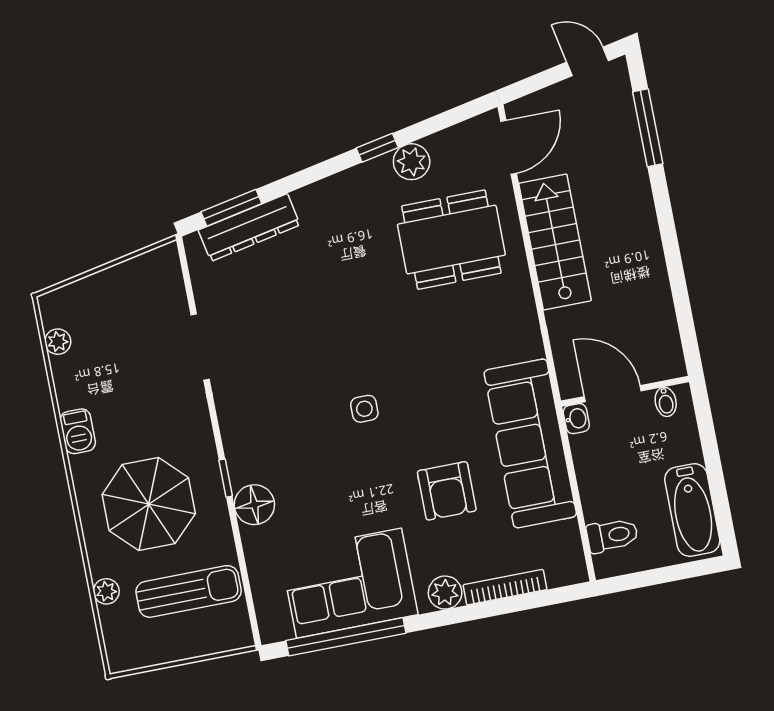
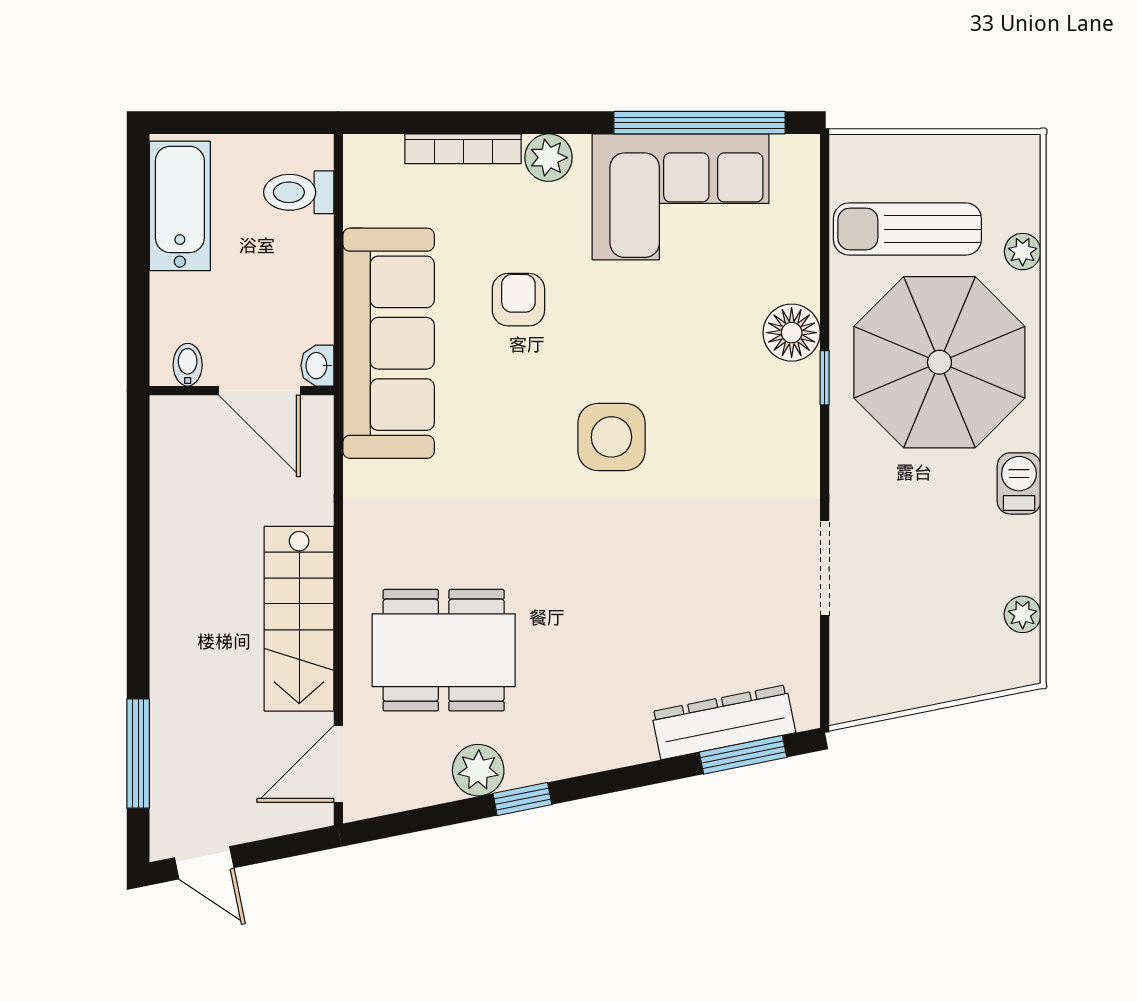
side table: (364, 409) -> (611, 437), width x1.87, depth x1.87
armchair: (447, 491) -> (518, 300), width x0.72, depth x0.72
parasol: (149, 504) -> (939, 362), width x1.36, depth x1.36

